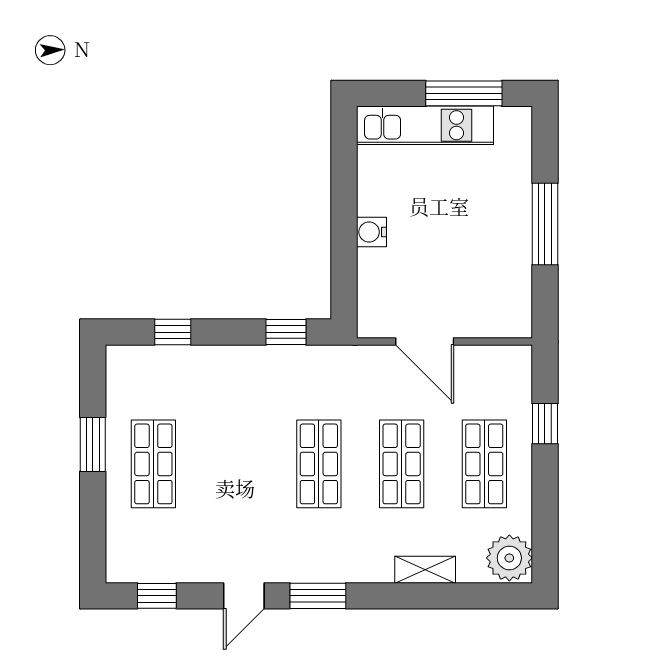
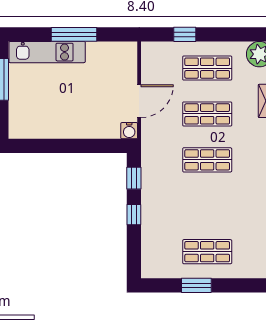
kitchen unit: (425, 125) -> (47, 52), moved, turned 90
water cooler: (371, 232) -> (129, 131), moved
window: (173, 332) -> (134, 215), moved

